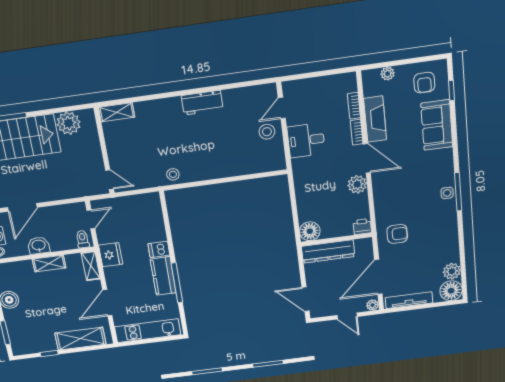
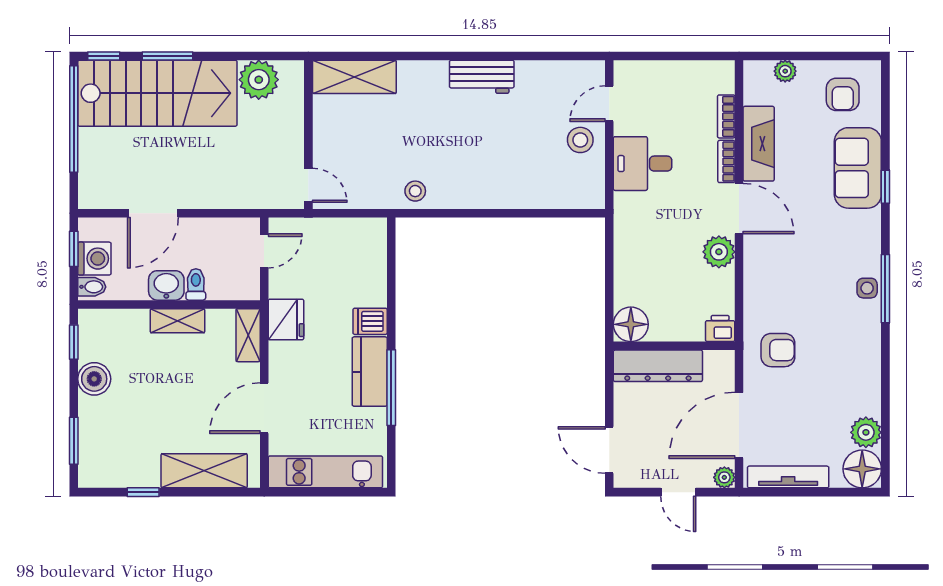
window: (451, 91) -> (885, 187), moved
shelving: (117, 112) -> (354, 77), width x1.50, depth x1.33
toilet: (83, 239) -> (196, 284), moved

